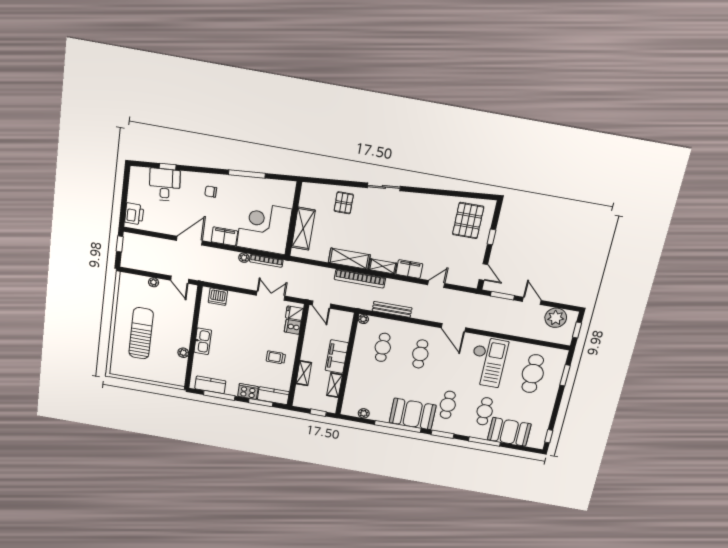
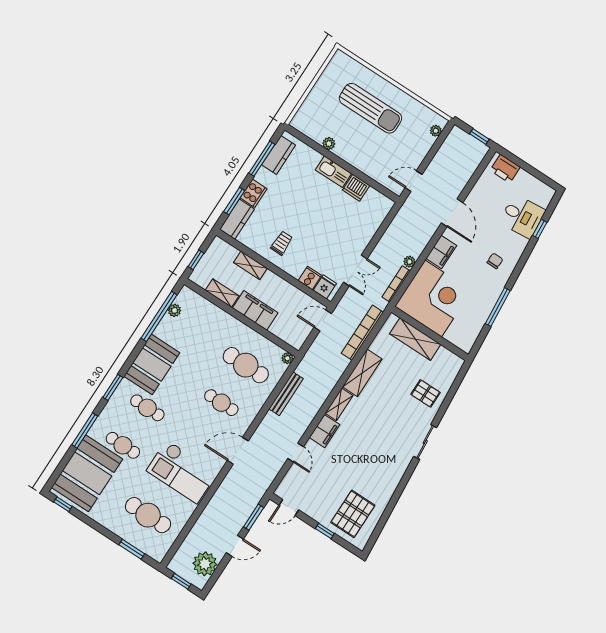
pallet: (468, 221) -> (353, 514), turned 90
bookcase: (360, 279) -> (362, 333), moved
plant: (154, 282) -> (436, 131), moved
dishwasher: (218, 297) -> (356, 188), moved, turned -90
cafe table: (383, 347) -> (246, 365), width x1.37, depth x1.35
window: (398, 426) -> (159, 317), moved
booth: (509, 432) -> (87, 473), width x1.36, depth x1.42

